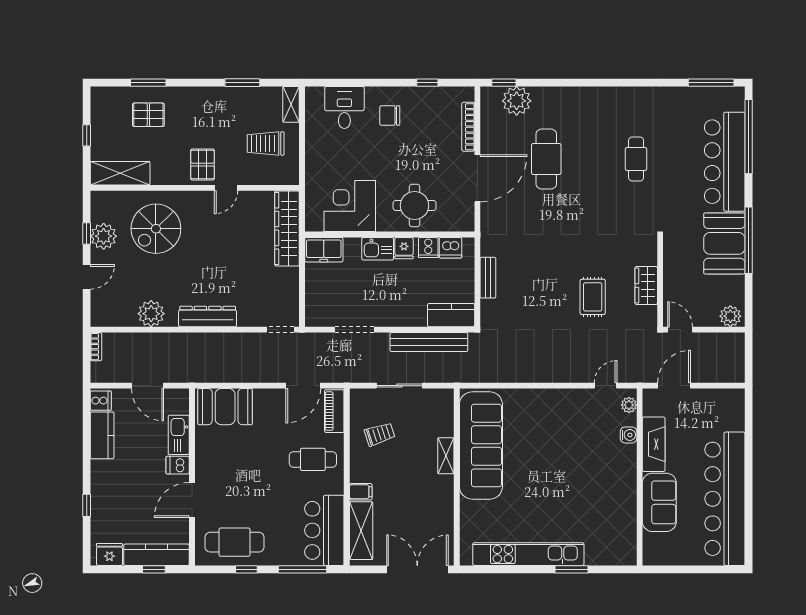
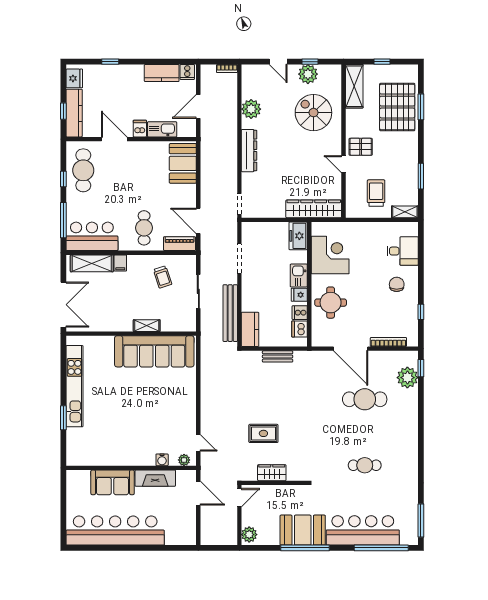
pallet: (148, 115) -> (397, 107), width x2.05, depth x2.00

